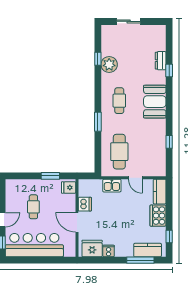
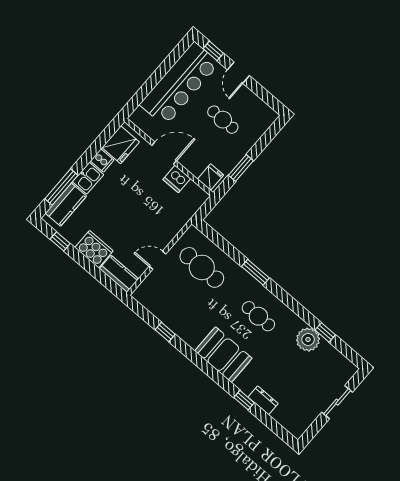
kitchen sink: (112, 186) -> (88, 178), moved, turned 180

